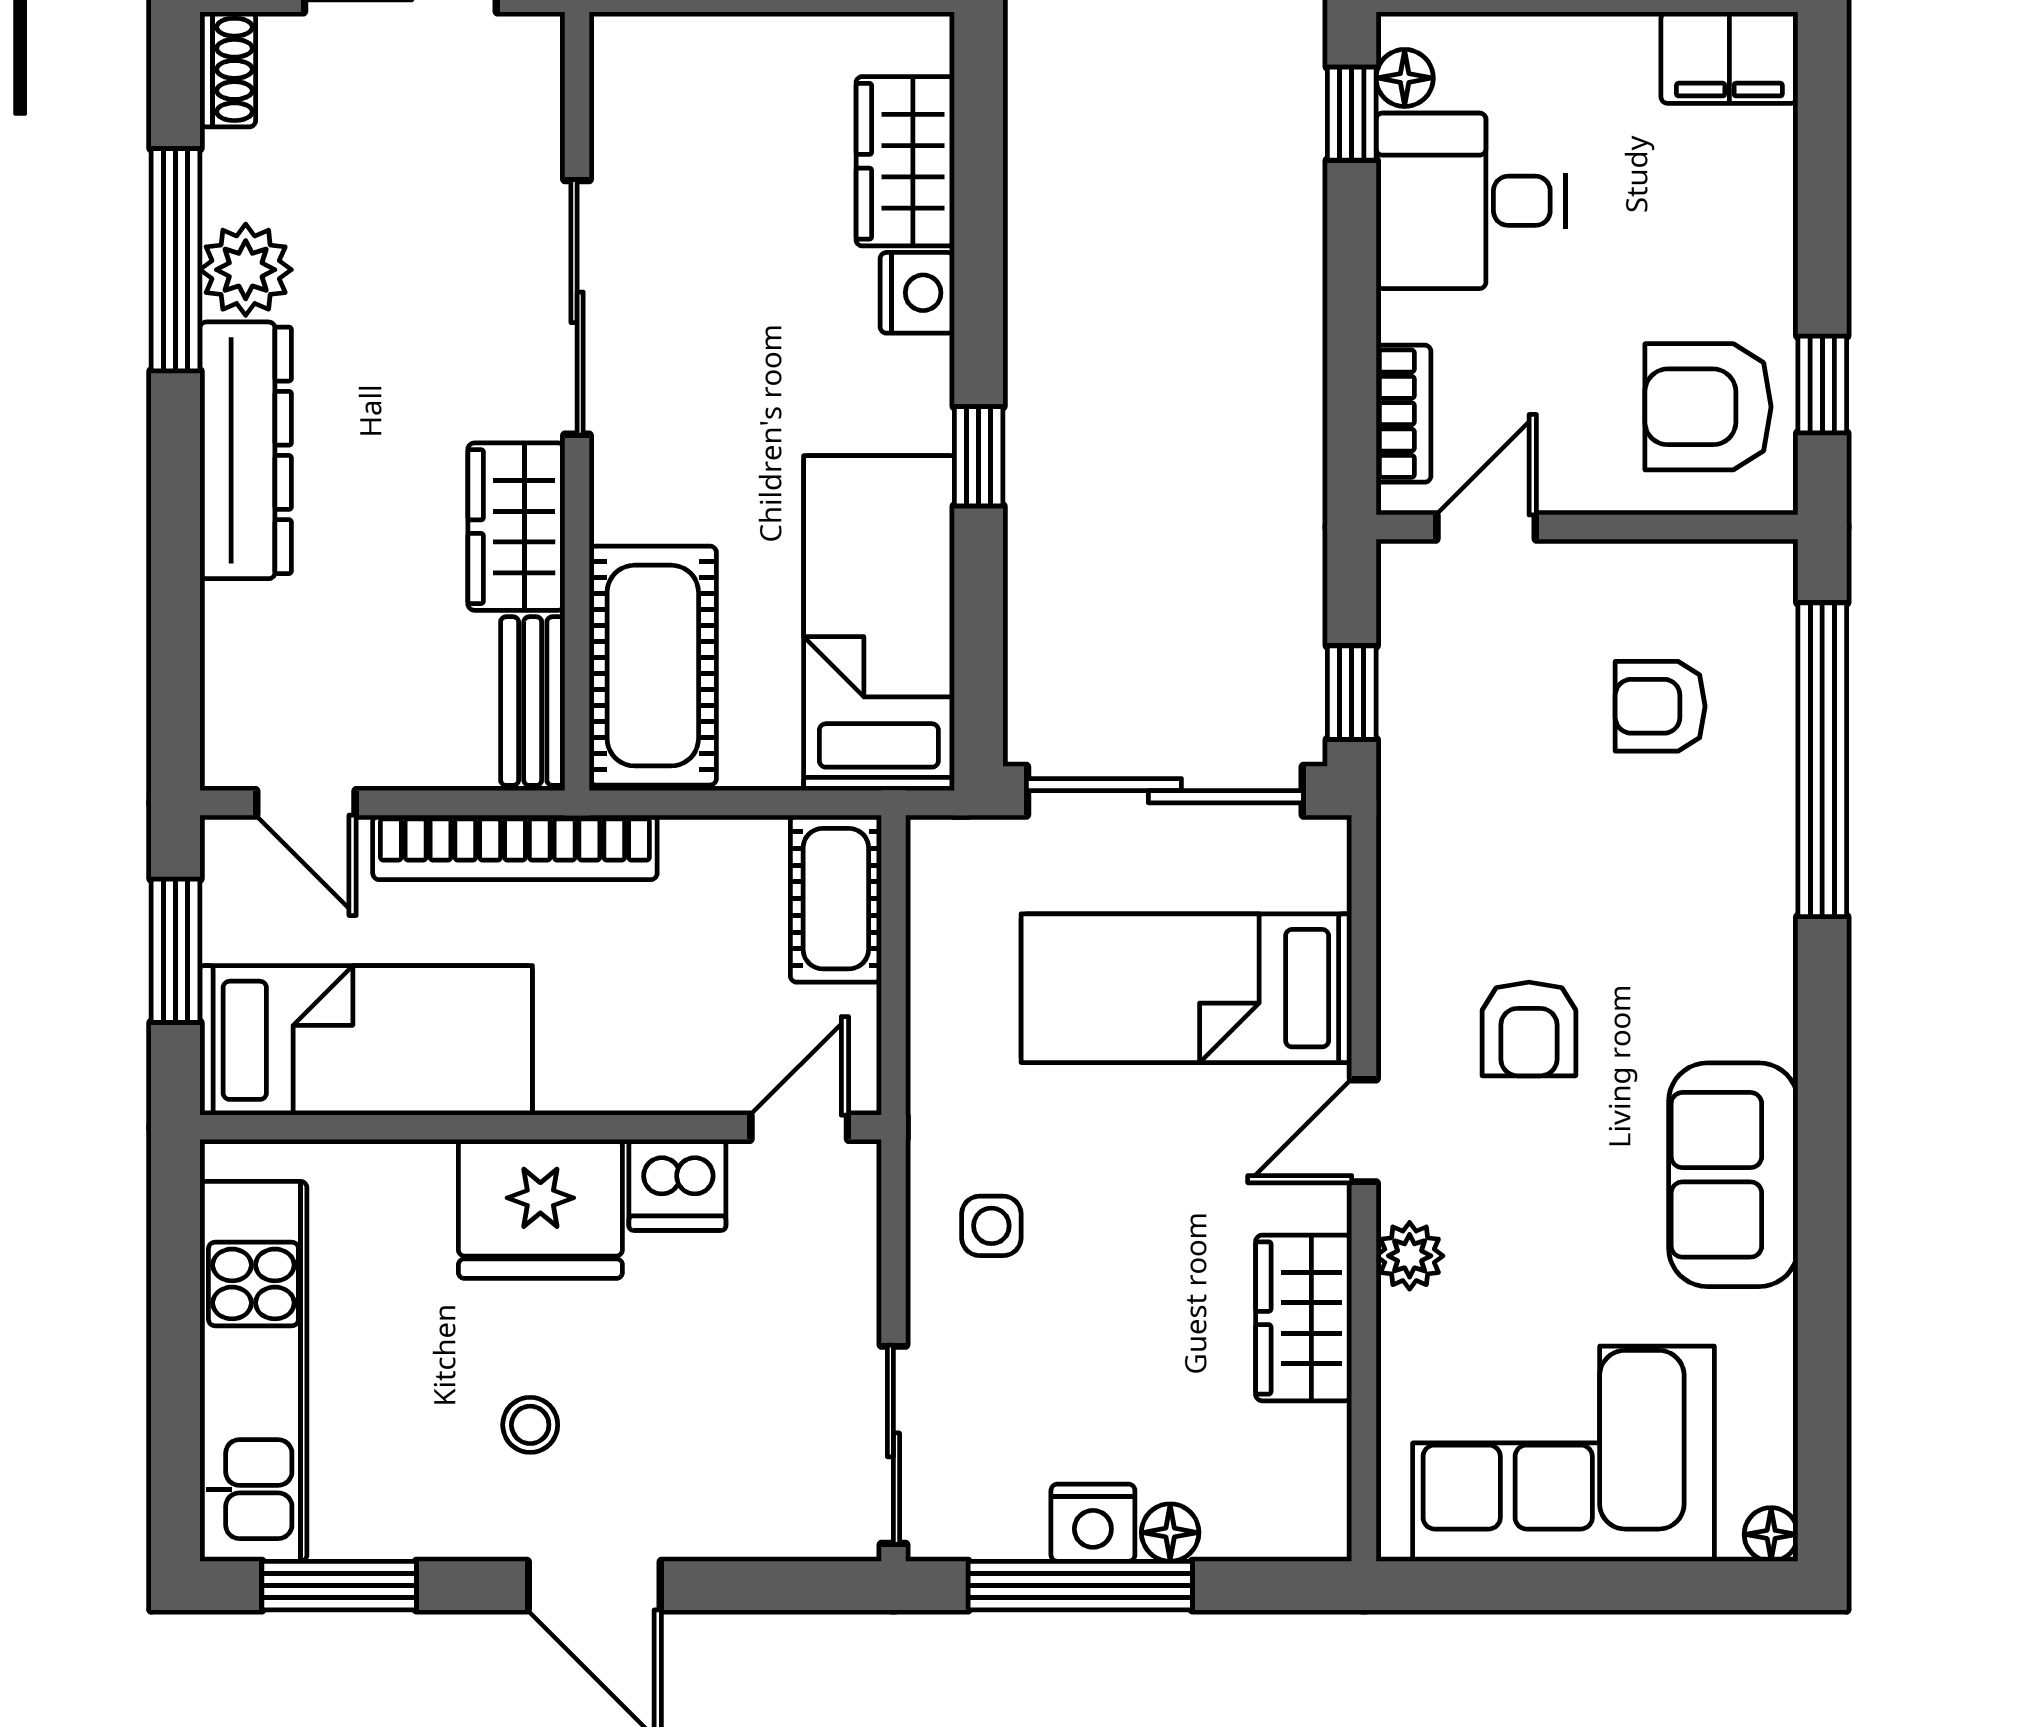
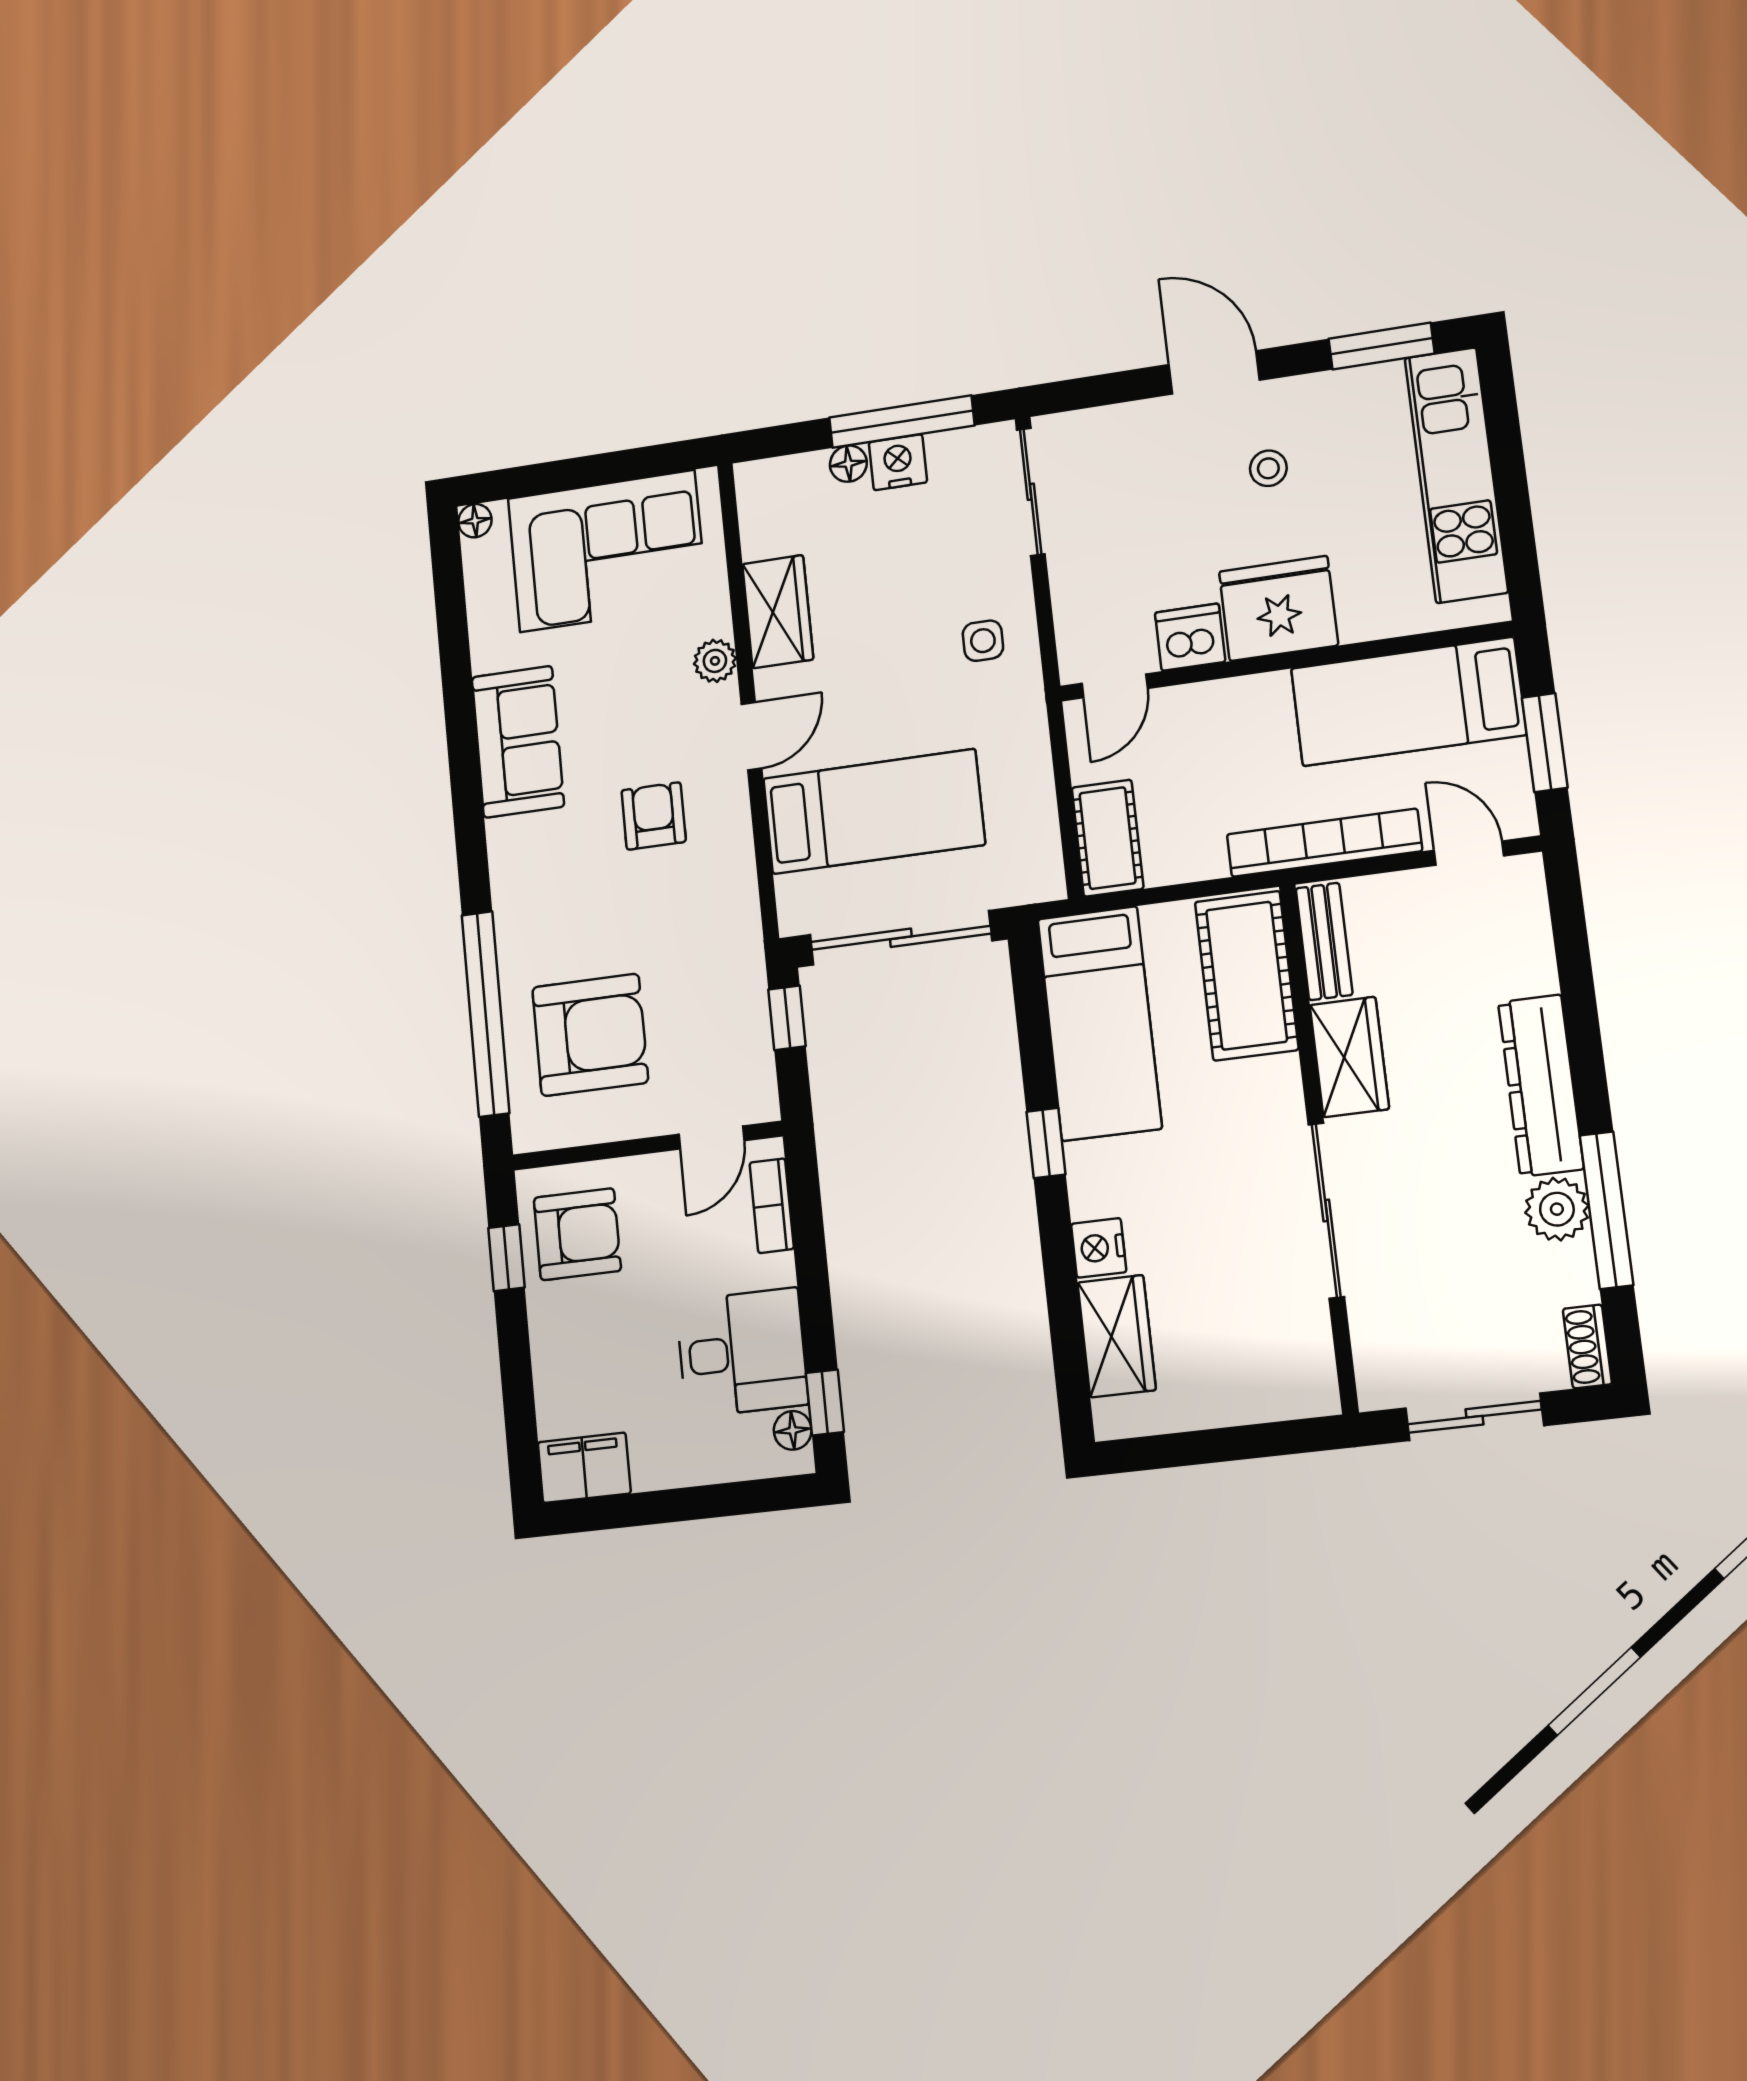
armchair: (1660, 706) -> (590, 1035), width x1.88, depth x1.88

